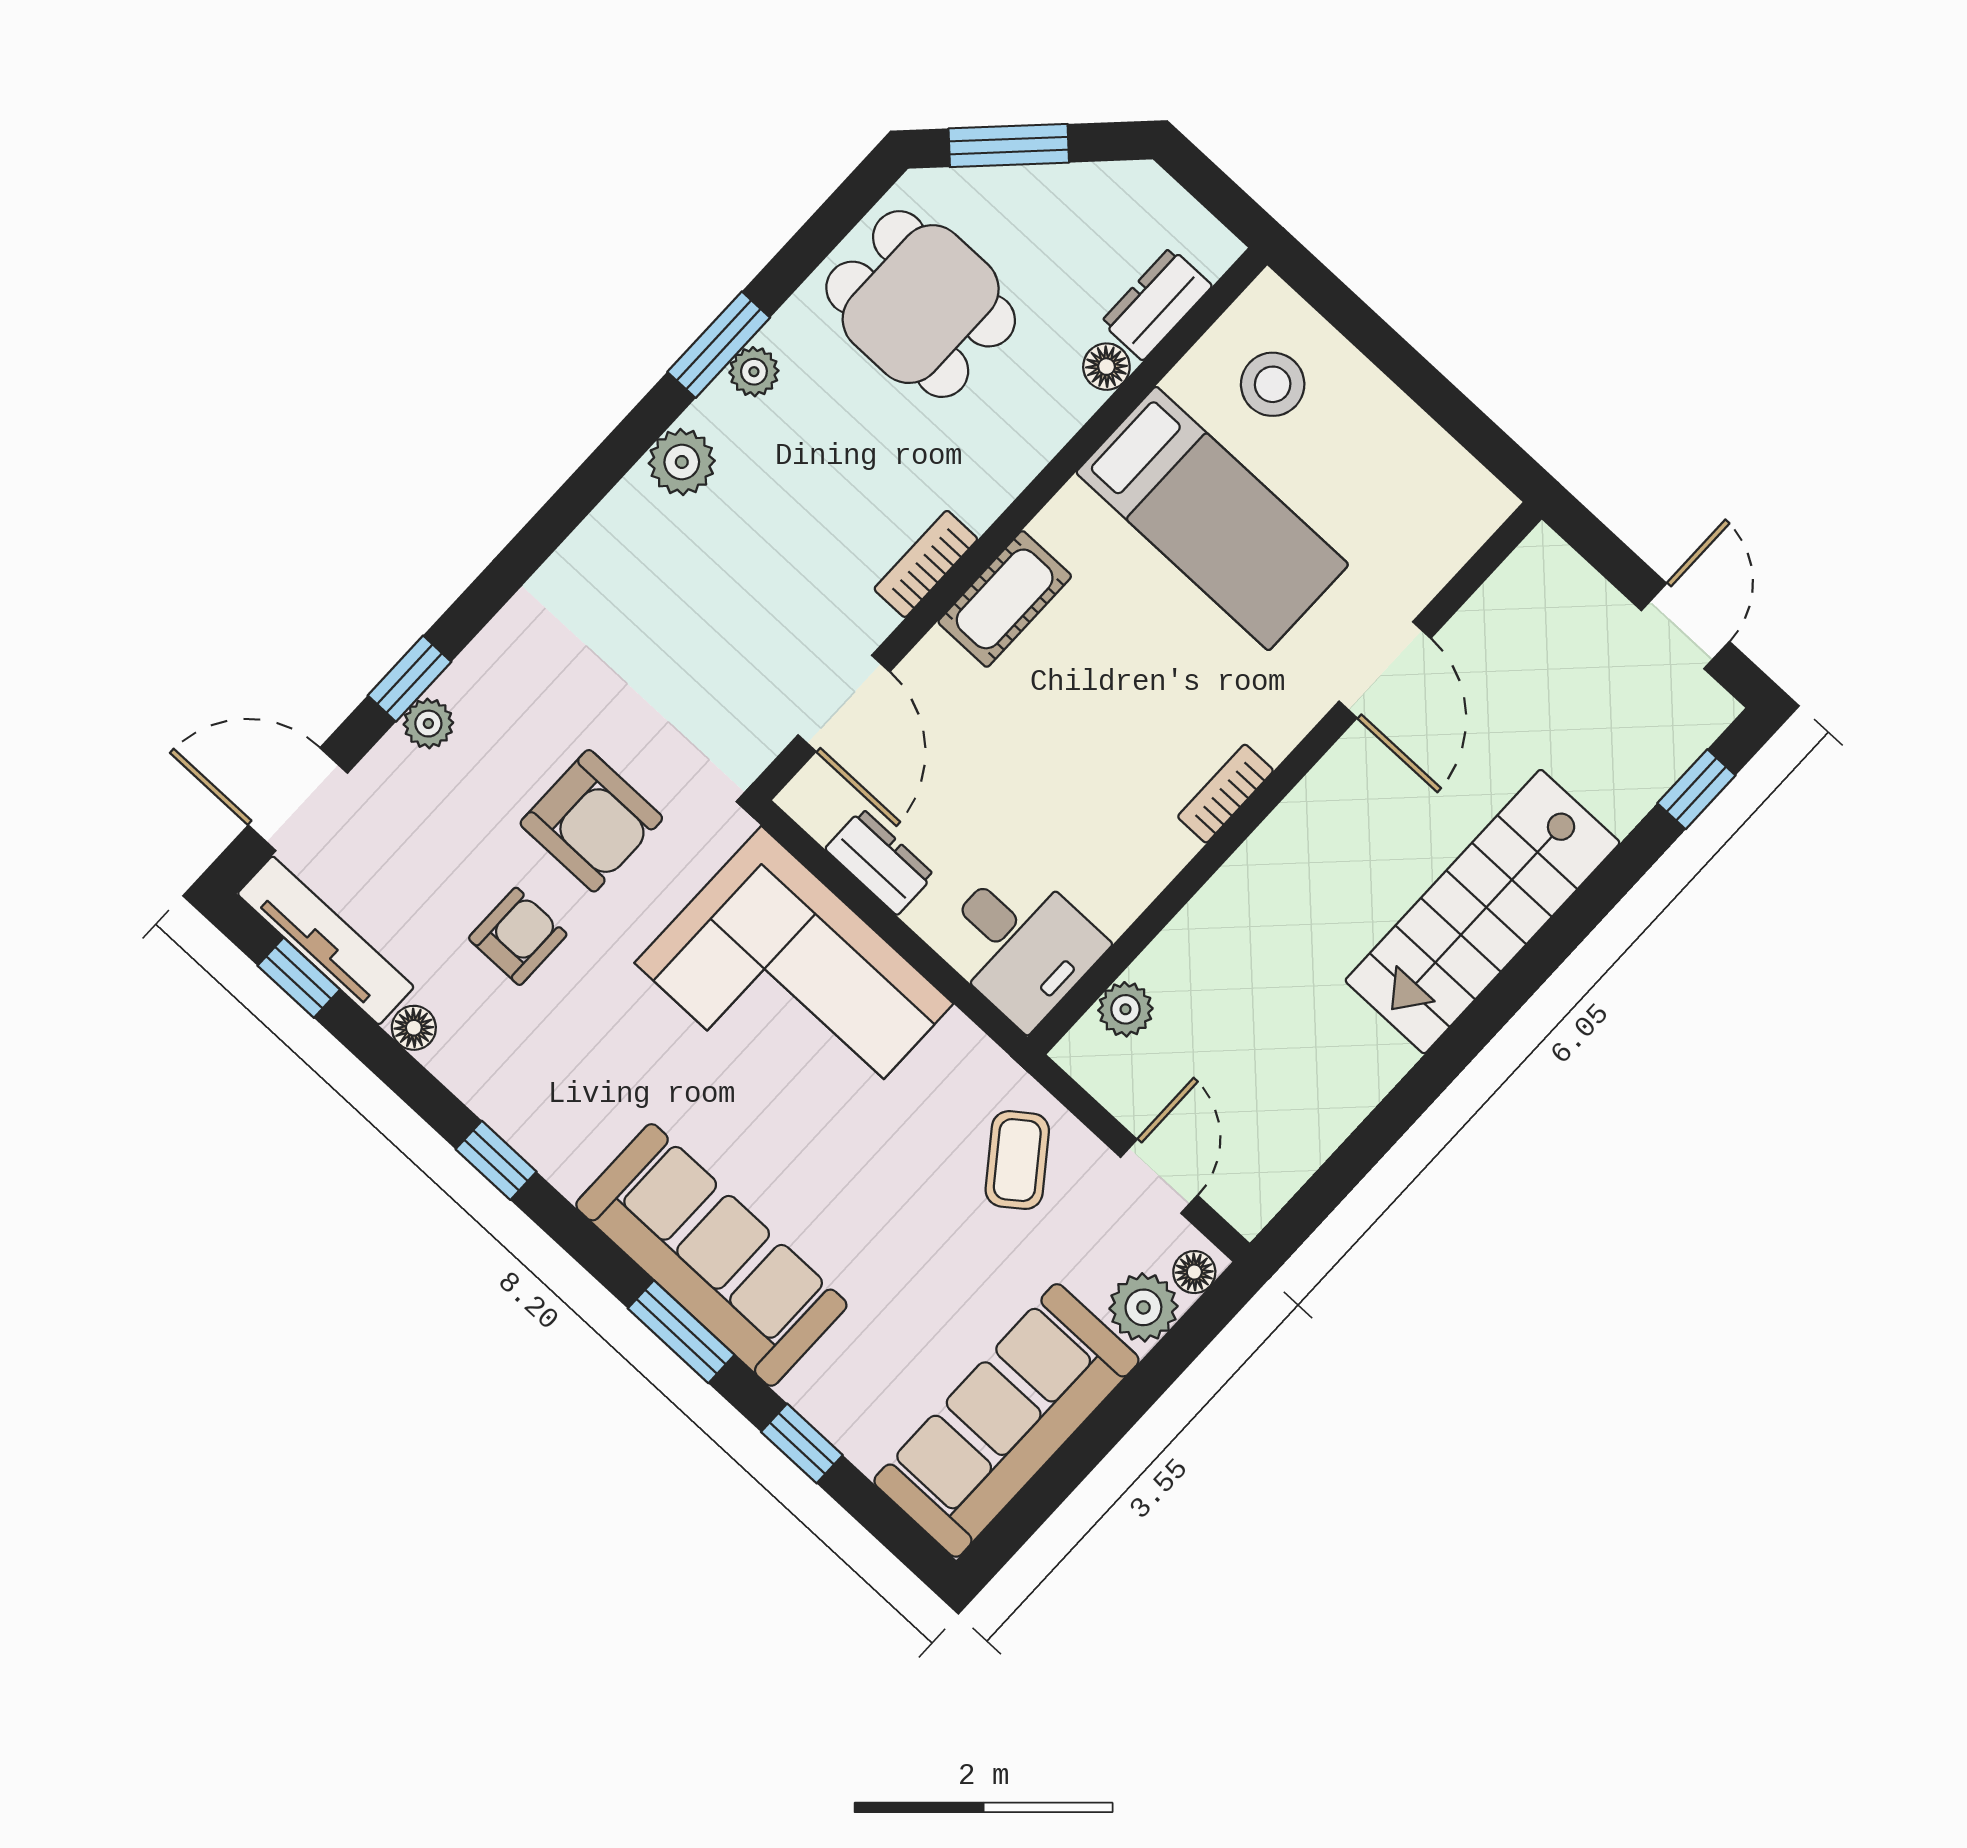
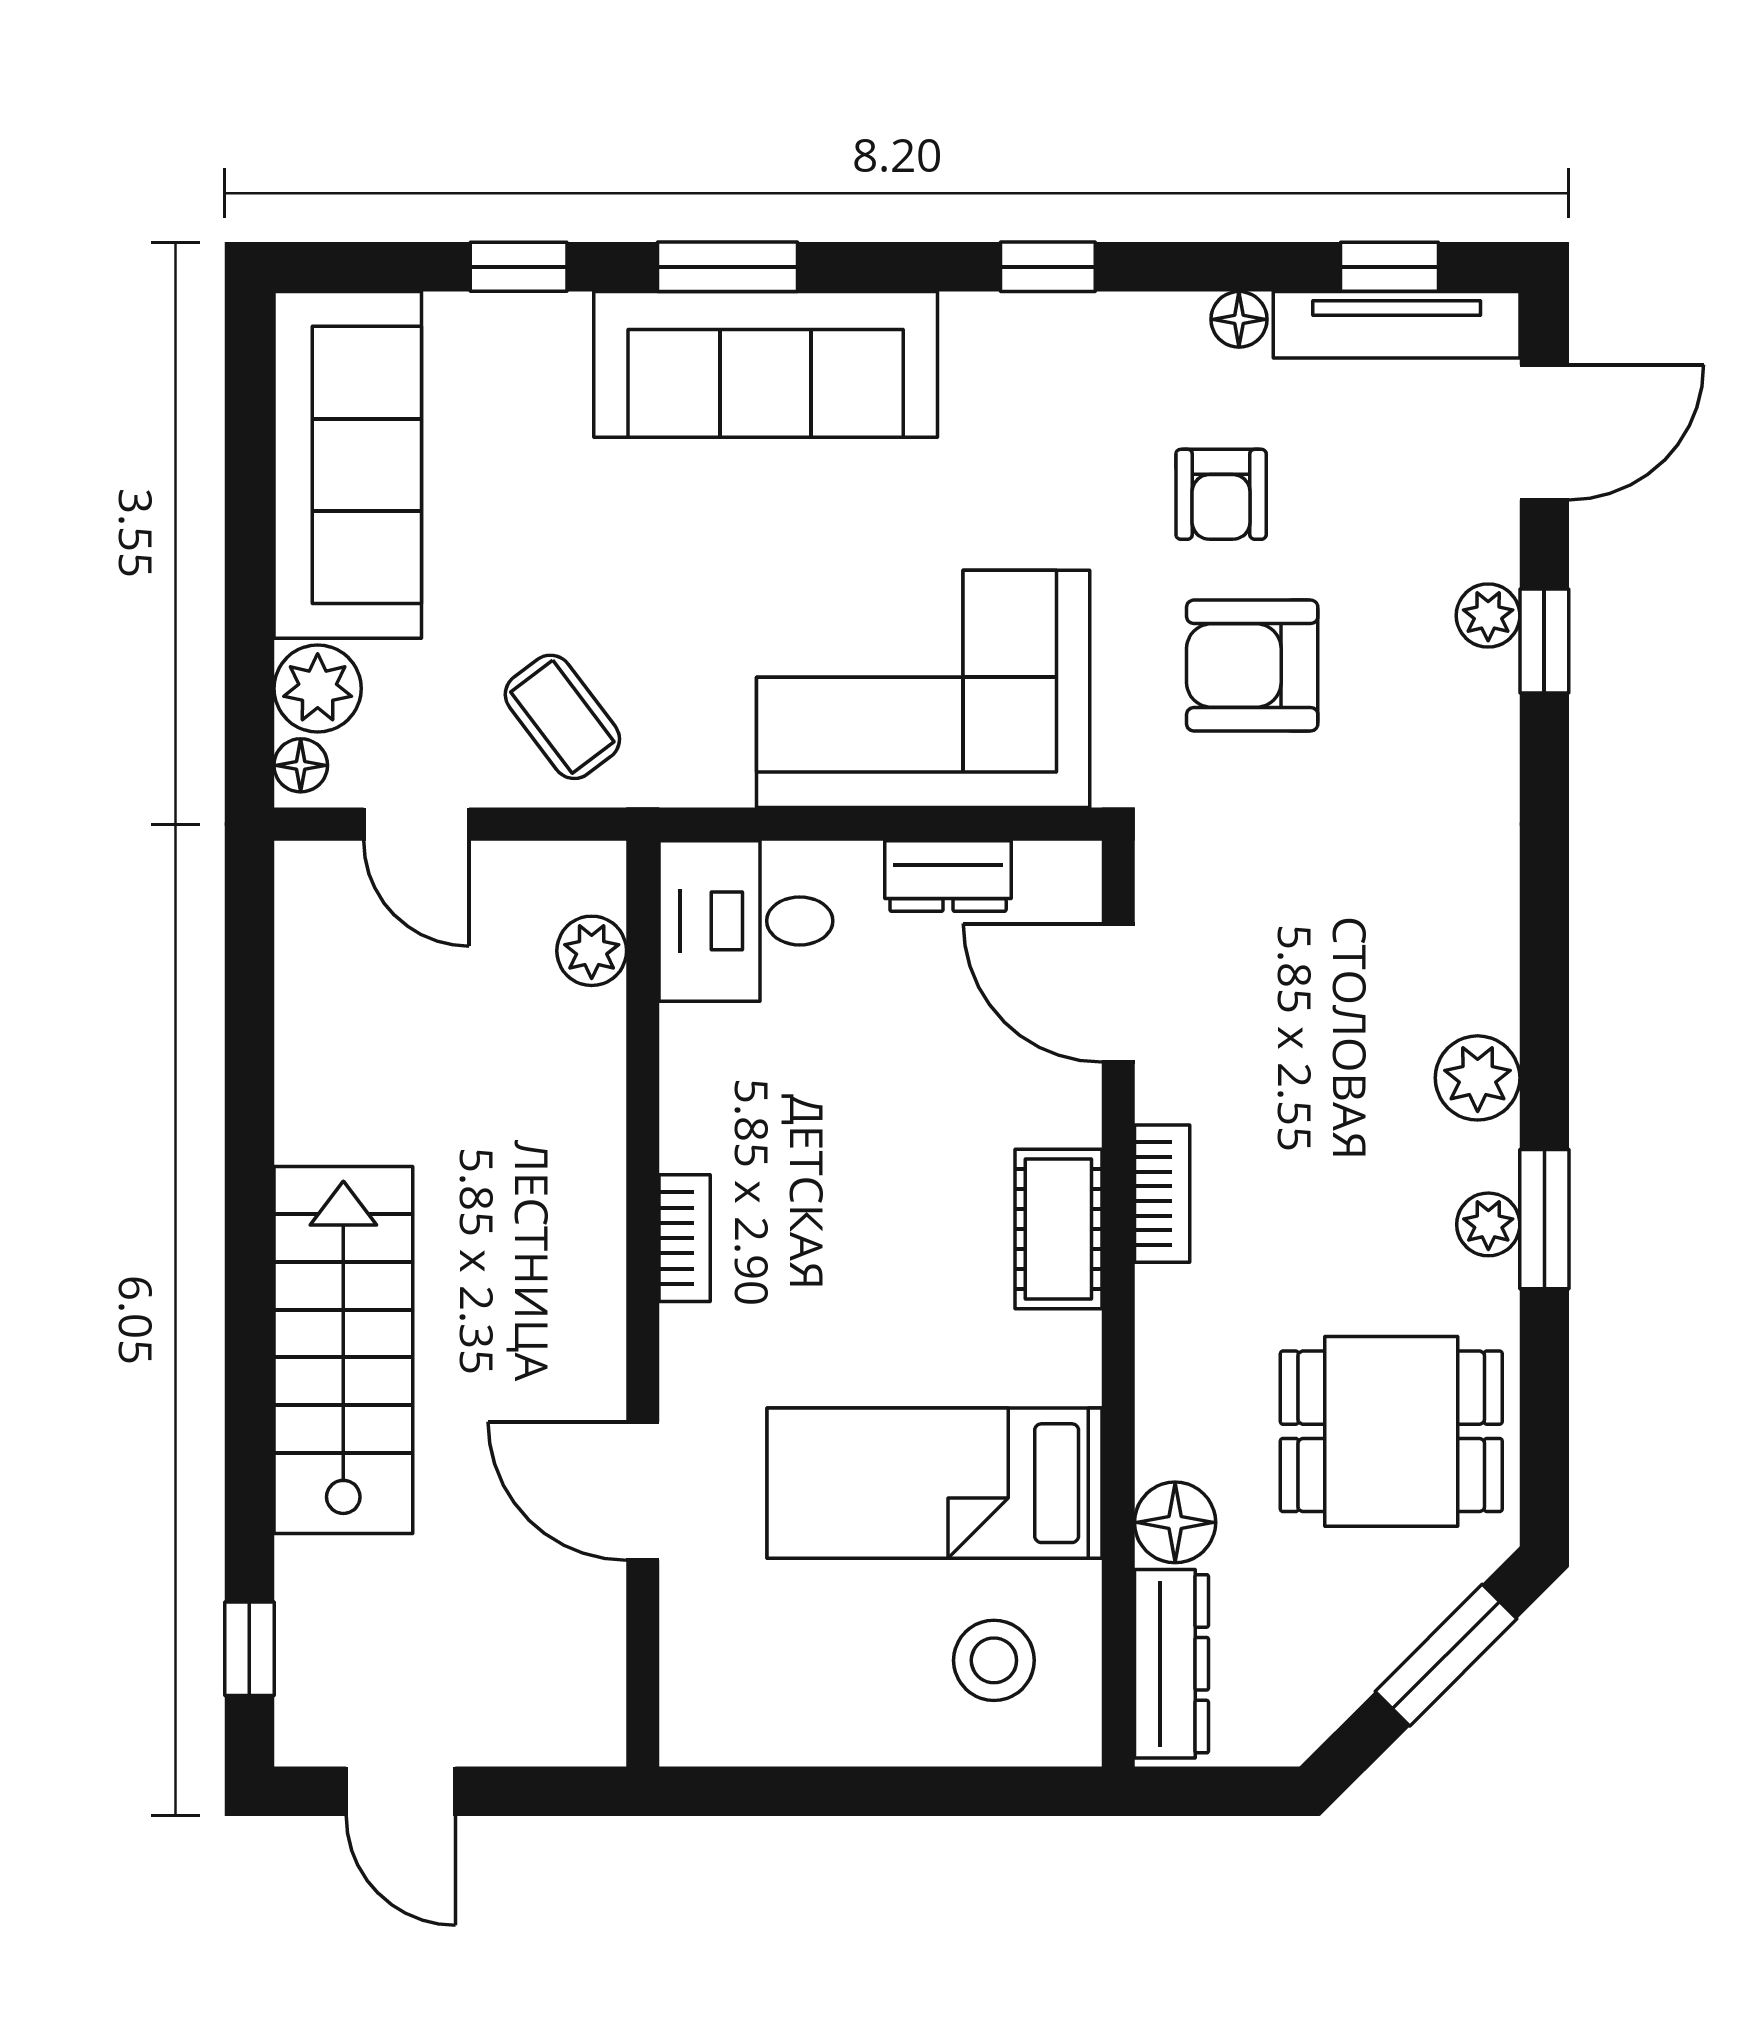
dresser: (1157, 304) -> (1171, 1664), width x1.44
floor lamp: (1106, 367) -> (1175, 1522), width x1.37, depth x1.37

